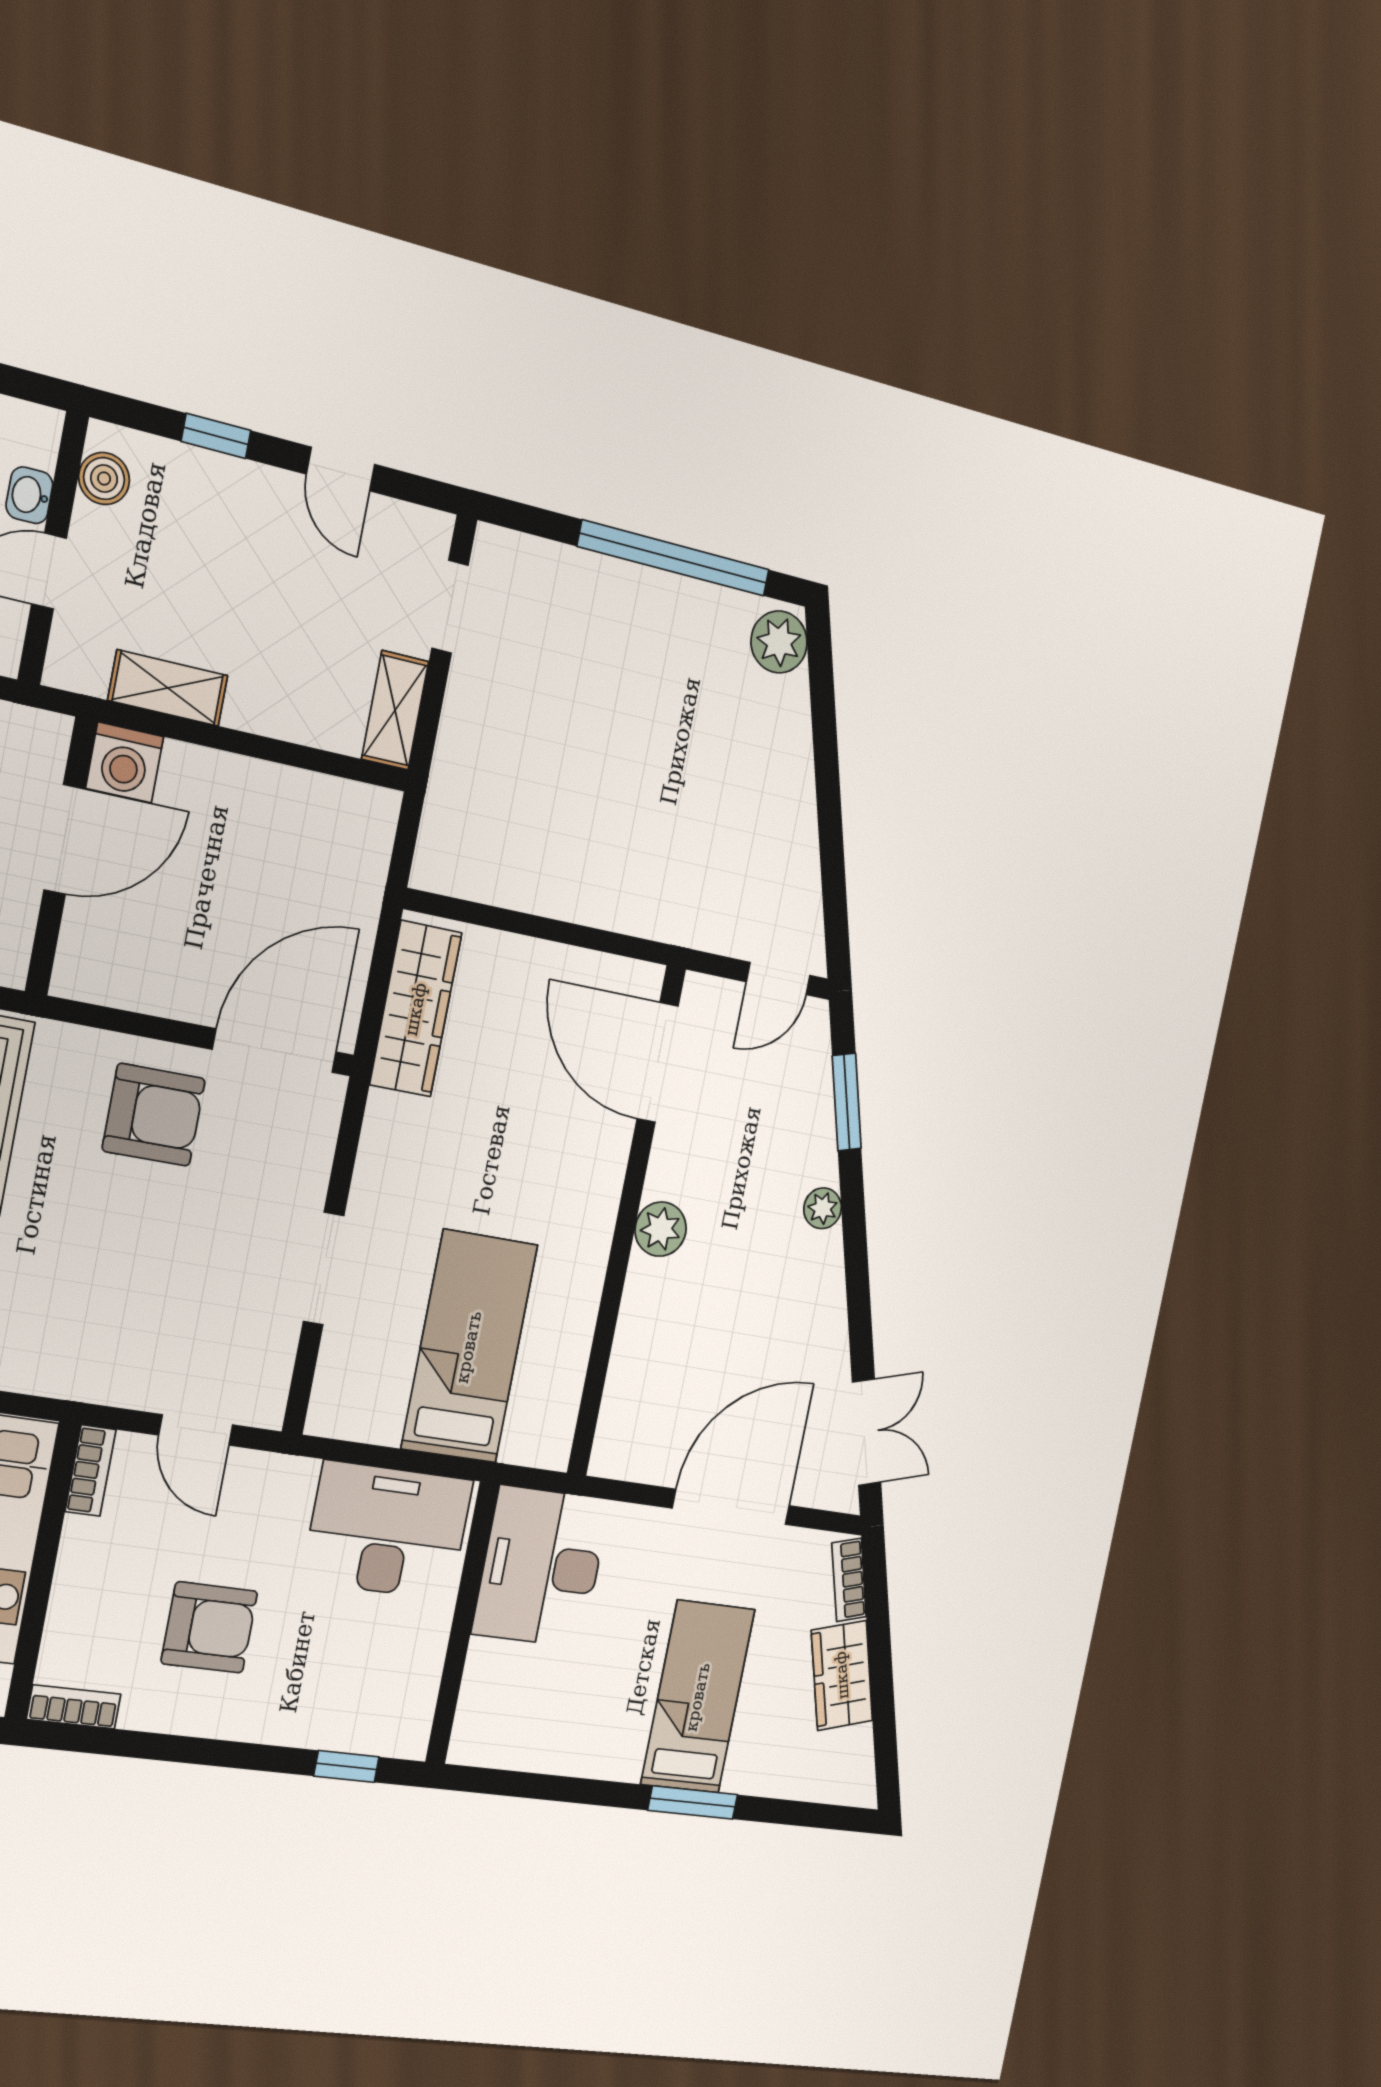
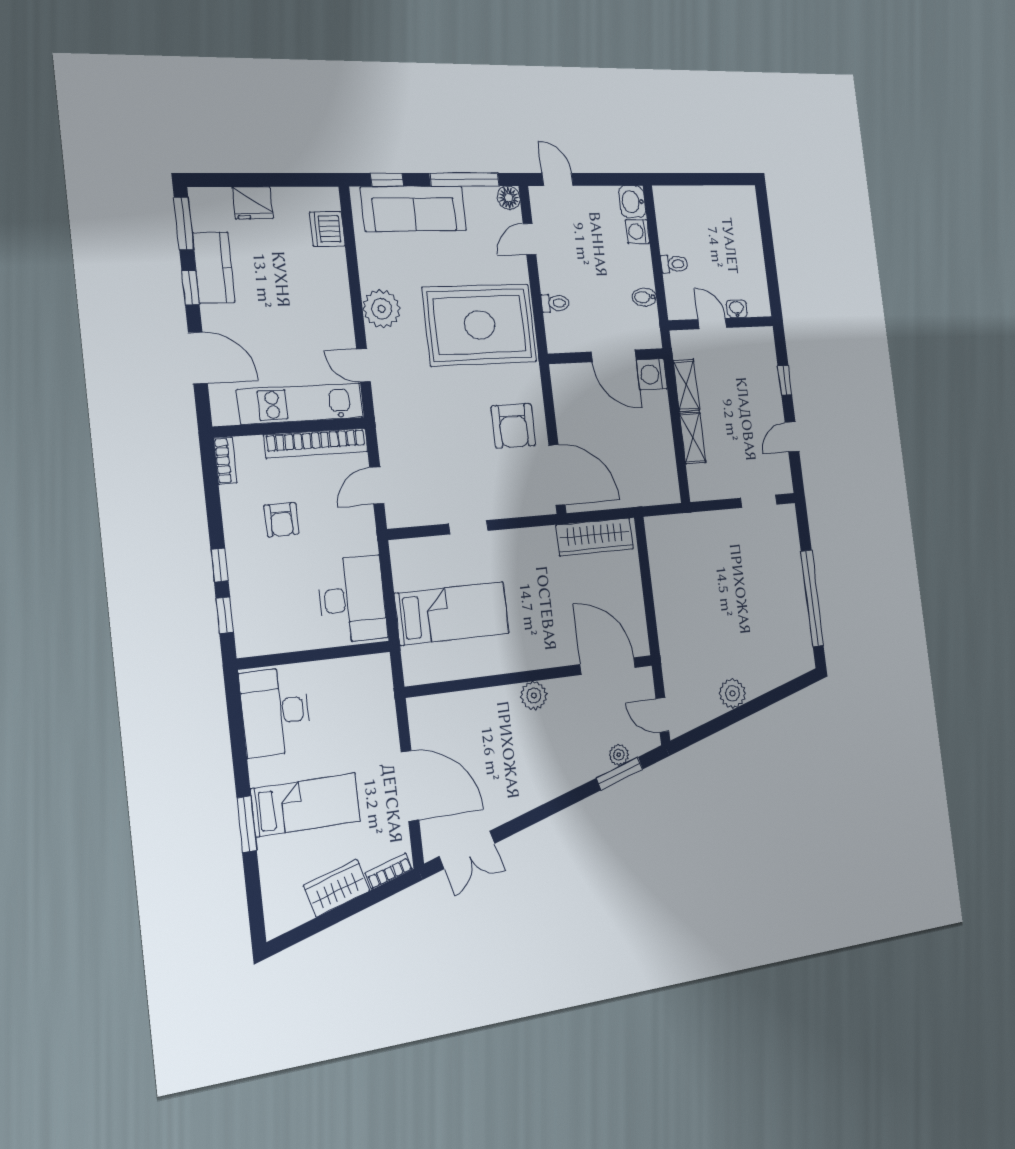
boiler: (104, 479) -> (753, 338), removed
plant: (779, 642) -> (732, 693), moved
shelving: (395, 710) -> (693, 438), moved, turned 90
door: (658, 1062) -> (608, 666), hinge flipped
plant: (823, 1208) -> (619, 755), moved
doorway: (324, 1269) -> (468, 527), width x0.73
bookcase: (91, 1471) -> (316, 443), width x2.31, depth x1.31
desk: (541, 1567) -> (275, 712), moved, turned -90
armchair: (209, 1627) -> (281, 520), width x0.72, depth x0.72
window: (258, 1757) -> (220, 565), added

